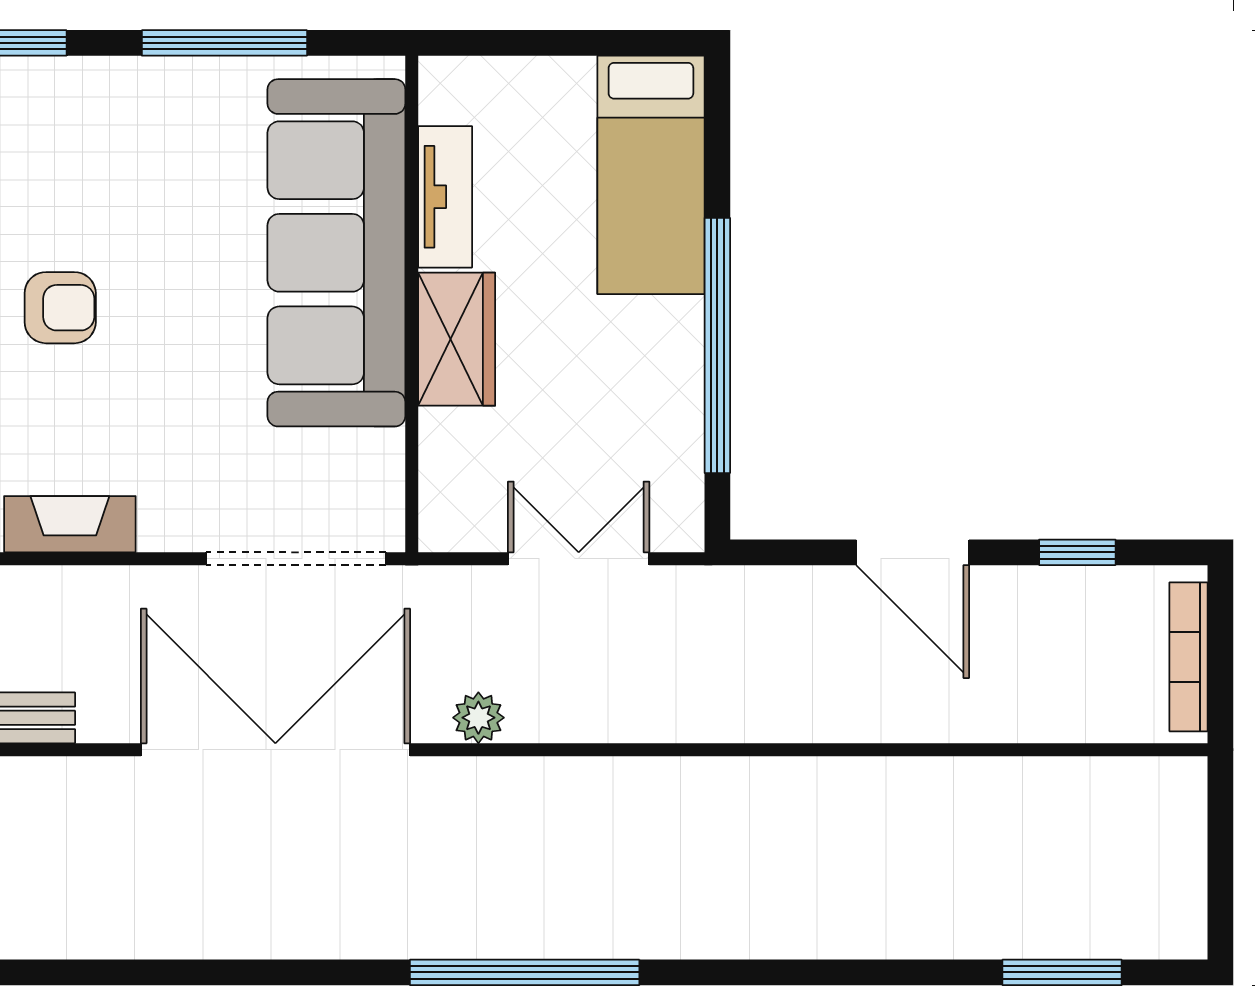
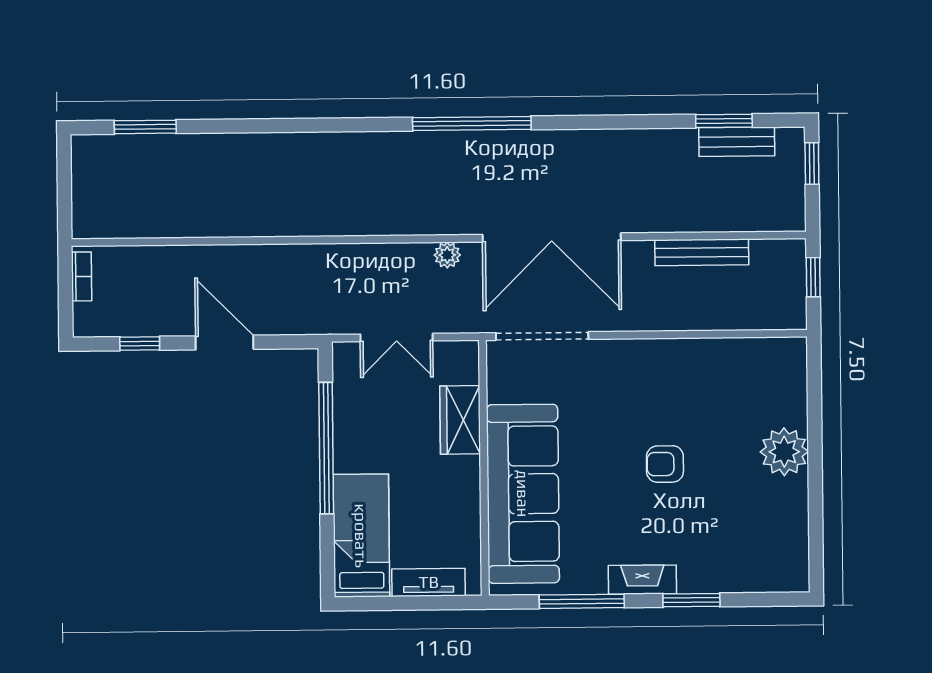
tv unit: (445, 197) -> (429, 582), moved, turned 90
wardrobe: (457, 339) -> (460, 420), moved
fireplace: (70, 524) -> (642, 580), moved, turned 180
bookcase: (1188, 657) -> (82, 276), width x0.64
window: (525, 972) -> (472, 124), moved

